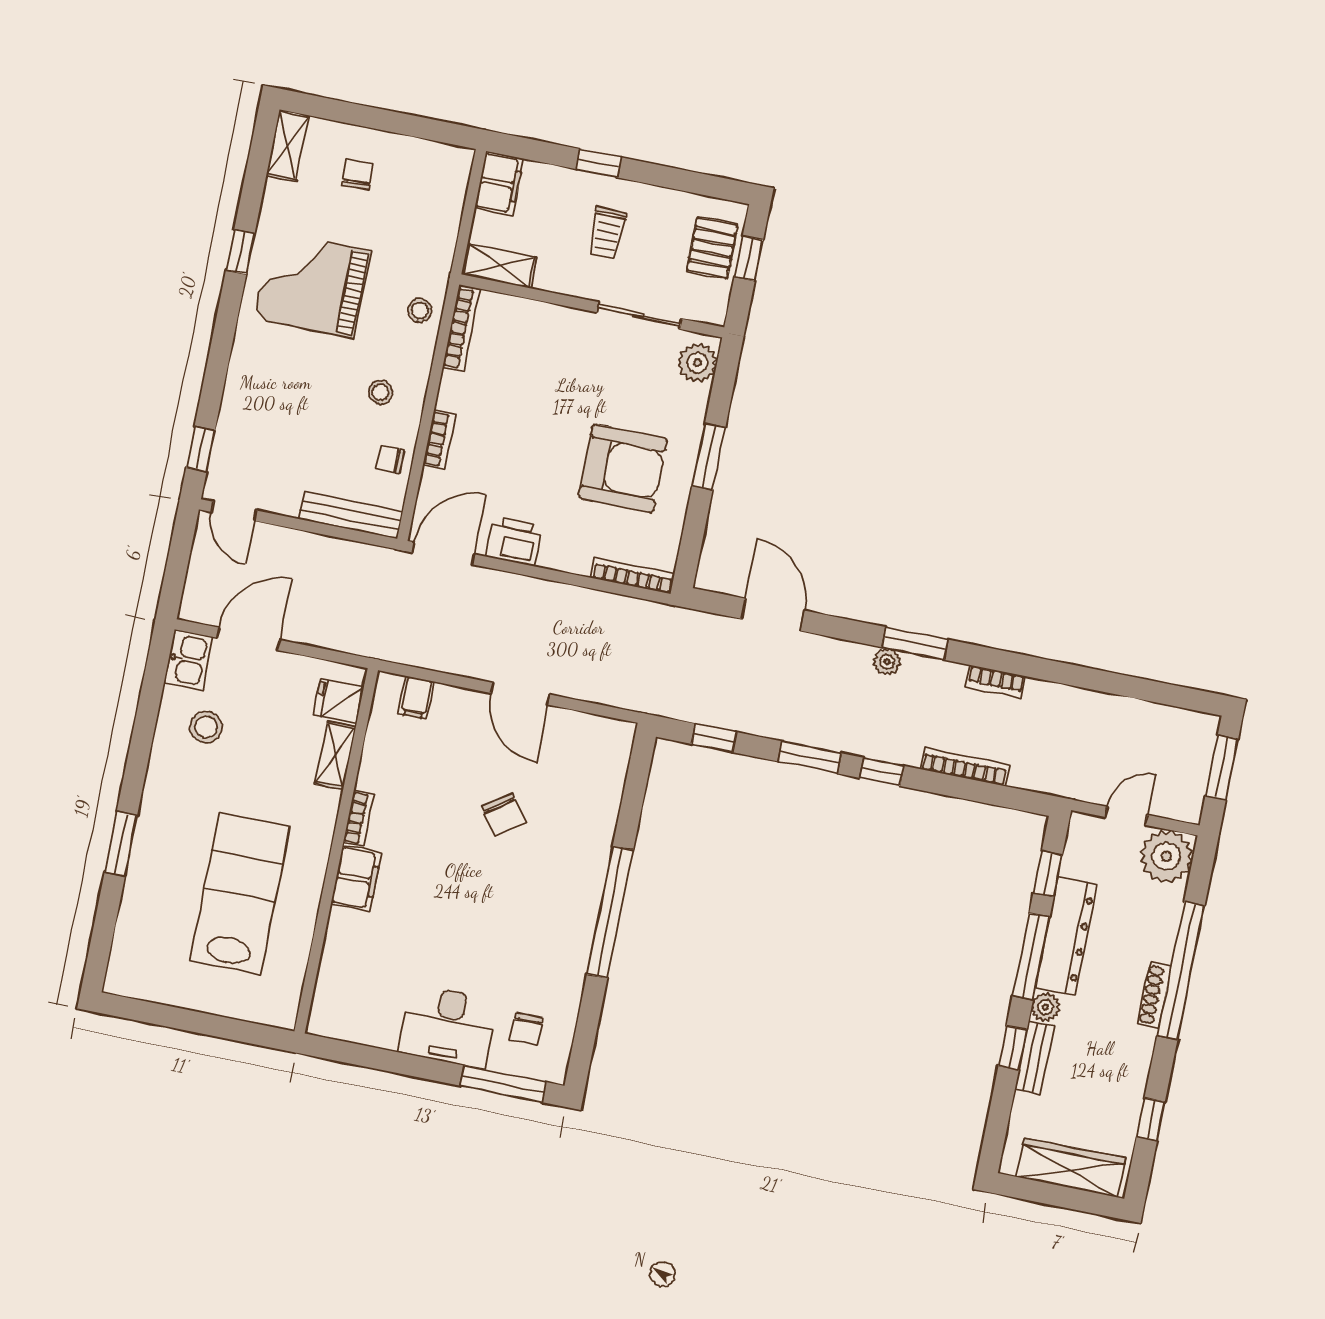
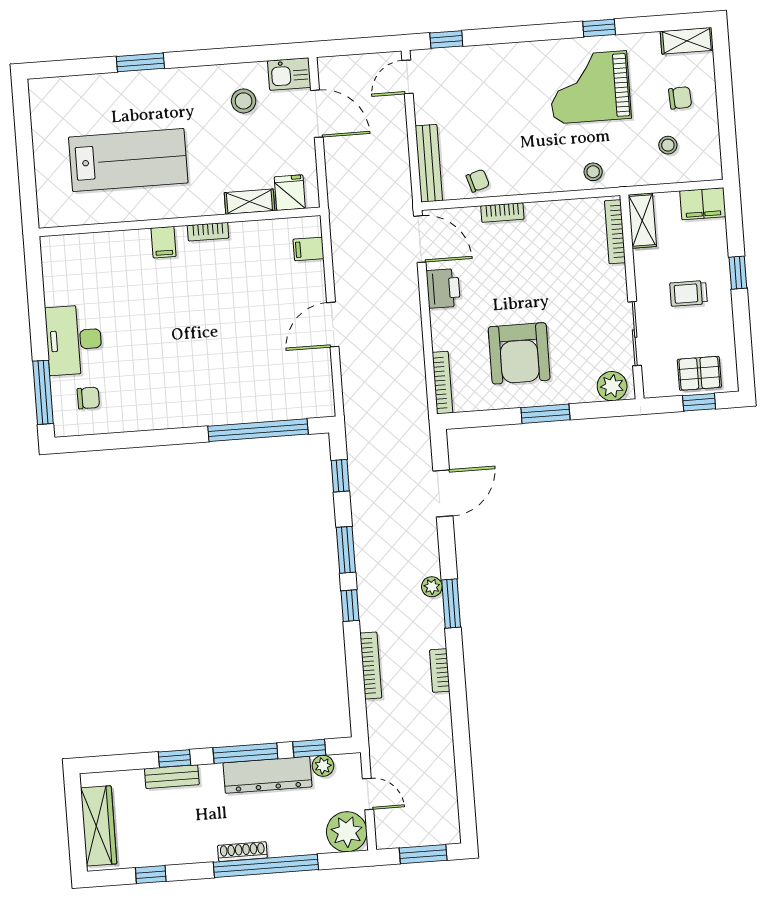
grand piano: (312, 285) -> (590, 87), turned -90
bookcase: (461, 329) -> (615, 232), moved, turned 90
stool: (380, 392) -> (668, 145), moved
chair: (390, 459) -> (478, 181), turned 73
chair: (504, 815) -> (240, 337), removed
filing cabinet: (356, 878) -> (164, 242), width x0.50
window: (610, 912) -> (258, 430), moved
plant: (1046, 1007) -> (323, 766), moved
chair: (526, 1029) -> (88, 398), turned 180

